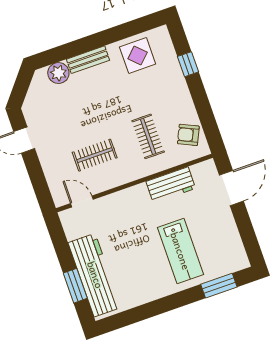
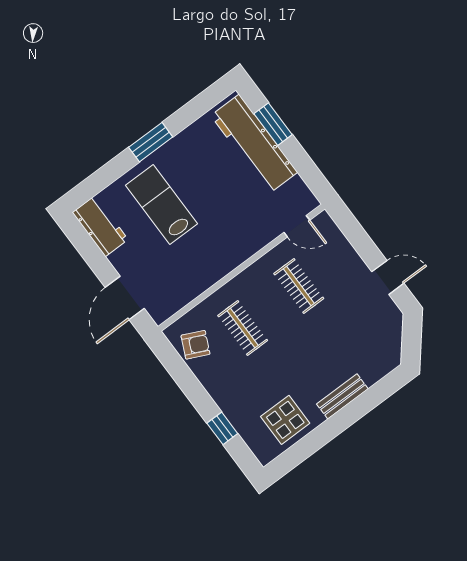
plant: (58, 73) -> (372, 370), removed
clothes rail: (95, 155) -> (299, 286), turned 90
workbench: (171, 185) -> (100, 226), moved, turned 90
window: (219, 286) -> (151, 142), moved

